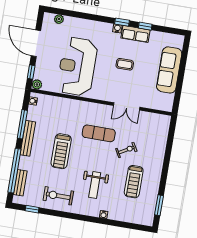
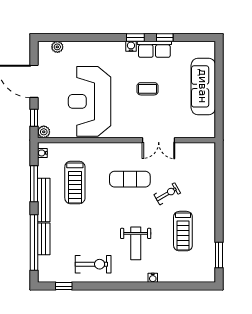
treadmill: (61, 151) -> (75, 182), moved
bench: (20, 183) -> (44, 239), moved
exercise bike: (58, 196) -> (93, 264), turned 180

